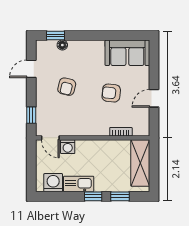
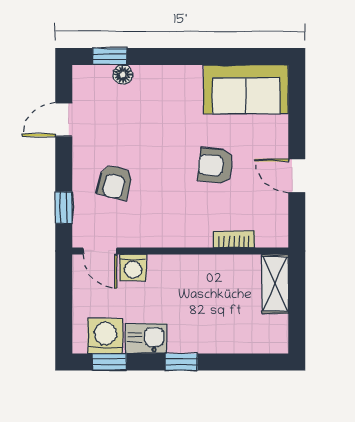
armchair: (67, 87) -> (115, 182), moved
door: (154, 98) -> (297, 176), hinge flipped
shelving: (140, 163) -> (275, 284), width x0.67, depth x0.75
kitchen sink: (79, 184) -> (146, 339), width x0.73
window: (120, 196) -> (109, 362), moved

